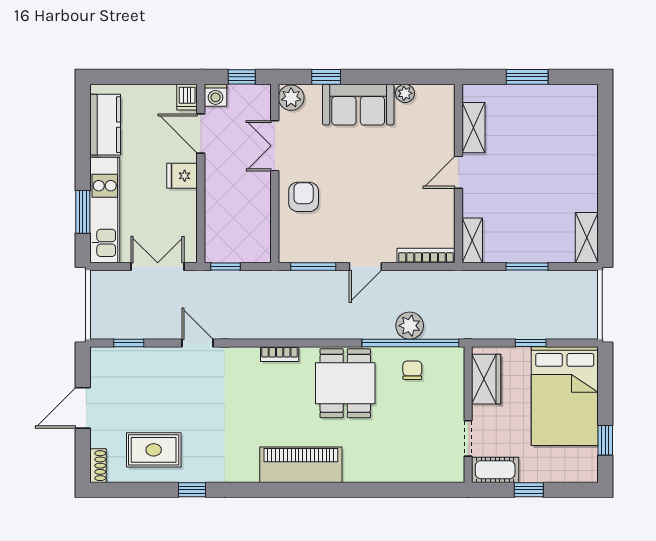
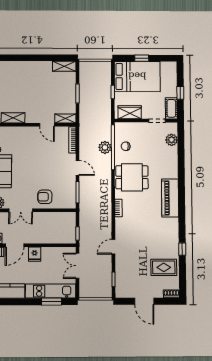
door: (459, 172) -> (47, 125), moved
window: (605, 440) -> (142, 58), moved
rug: (154, 450) -> (164, 267), turned 90
plant: (426, 469) -> (172, 140), added

